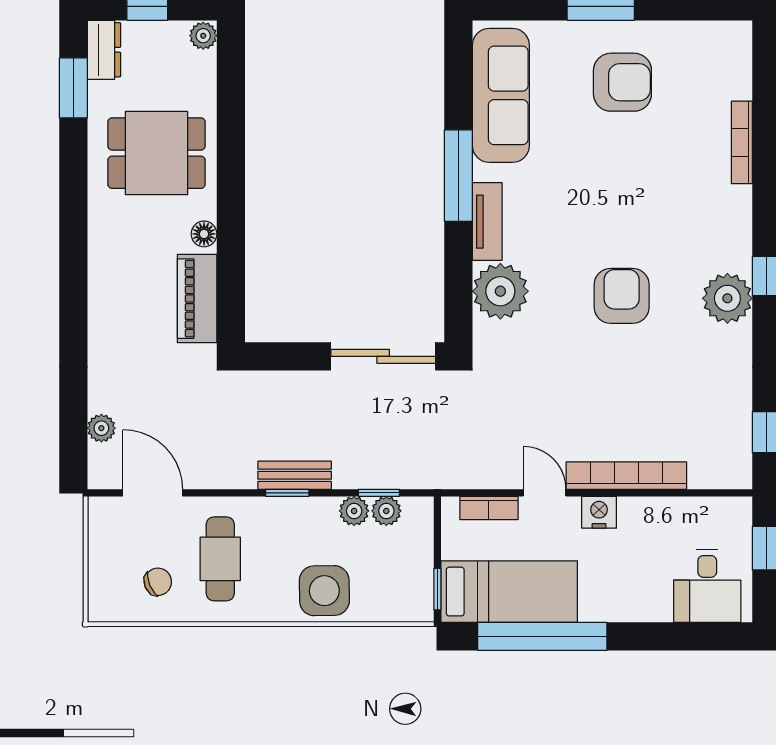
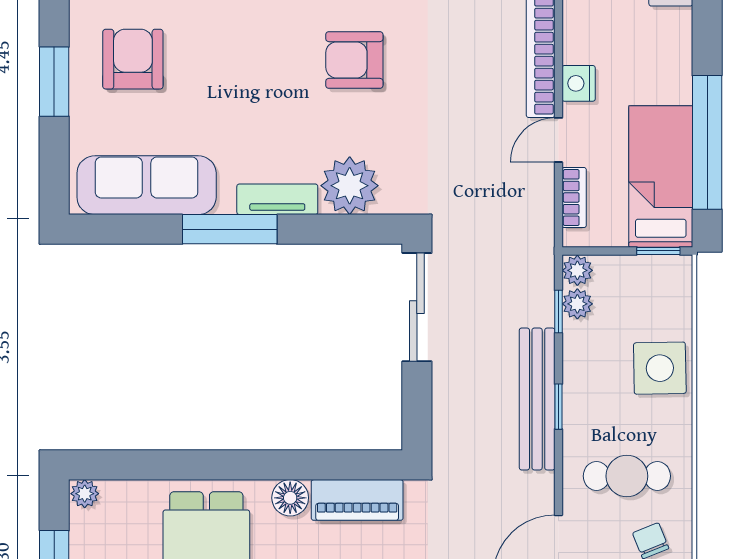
floor lamp: (204, 234) -> (290, 498), width x1.37, depth x1.37
bench: (295, 475) -> (537, 399), width x1.86, depth x1.21
plant: (354, 511) -> (577, 270), moved

